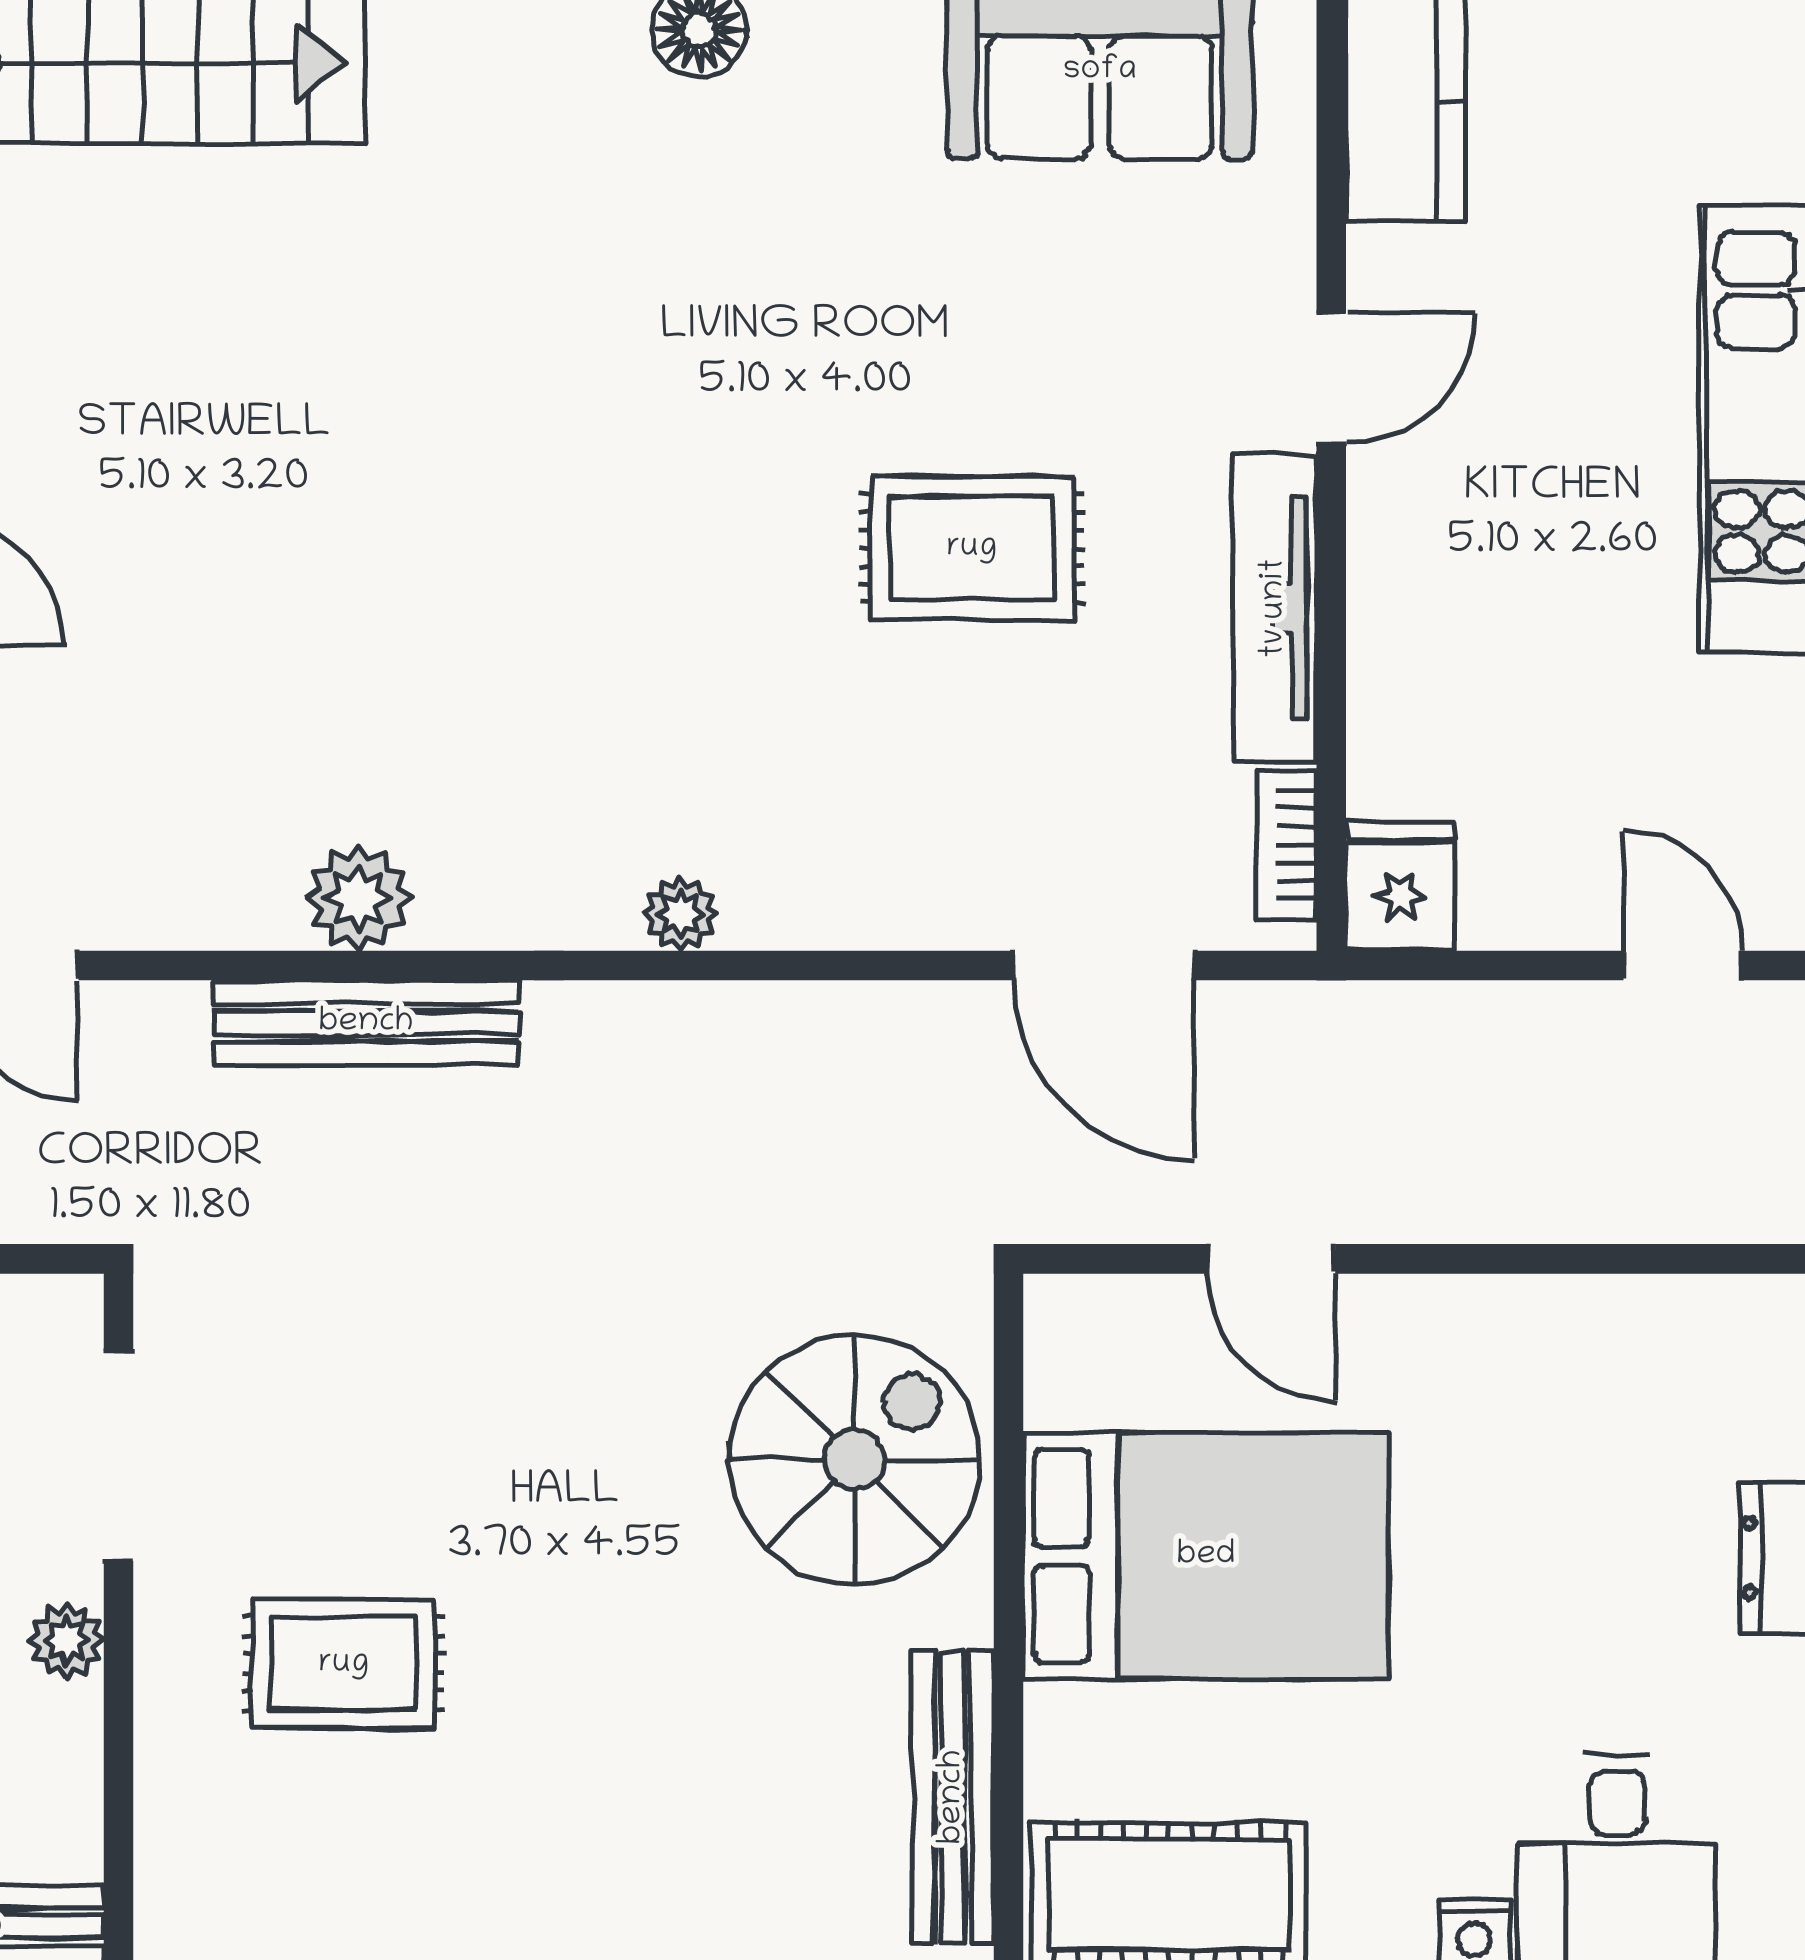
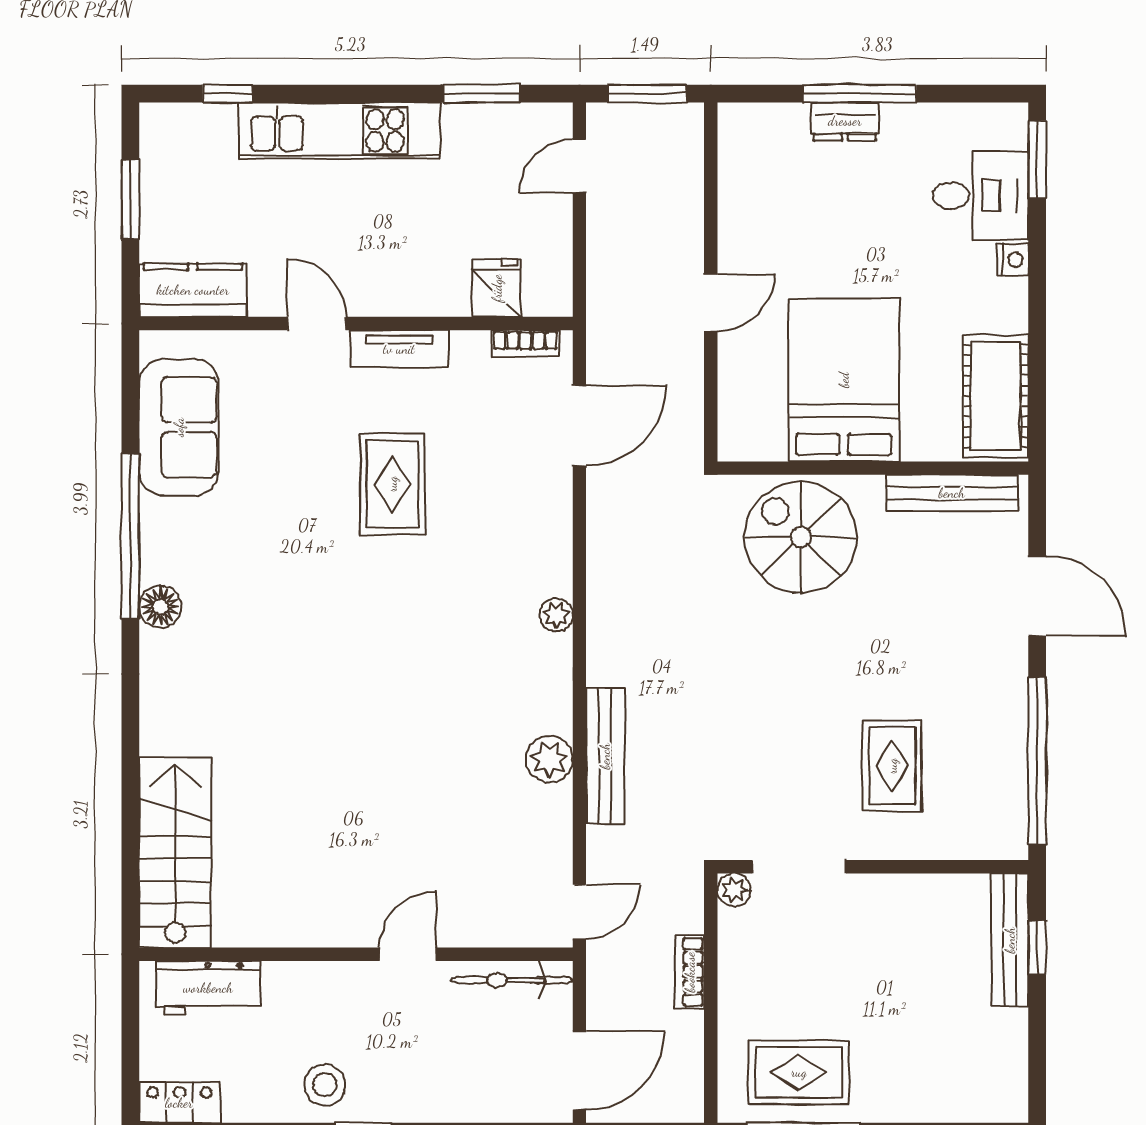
tv unit: (1275, 608) -> (399, 349), width x0.71
fridge: (1400, 886) -> (497, 288), moved, turned 90
door: (1271, 1259) -> (711, 303), moved
plant: (67, 1640) -> (734, 890), moved

